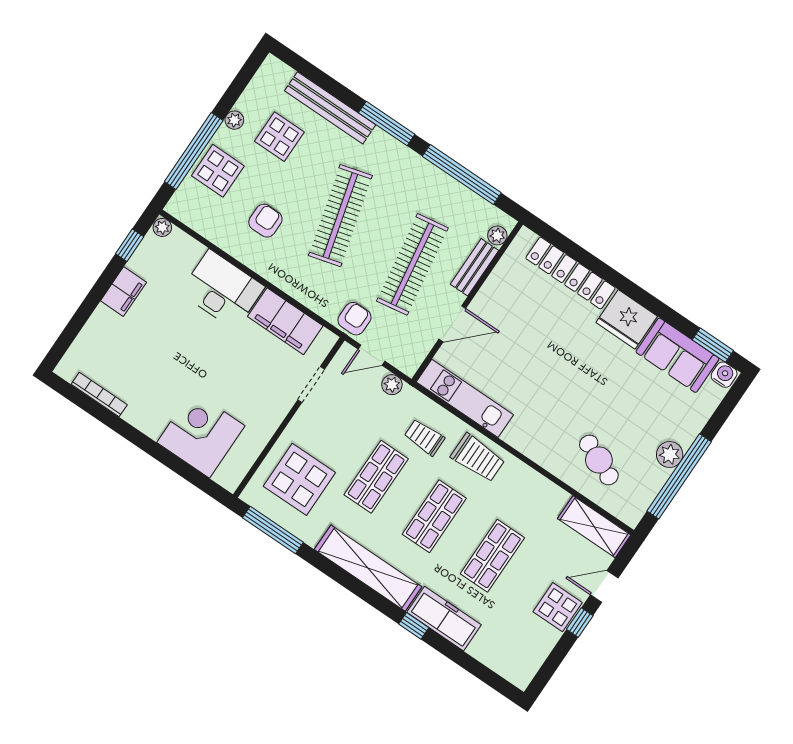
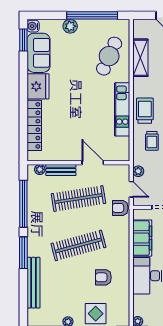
display table: (279, 137) -> (62, 297), removed
kitchen unit: (465, 398) -> (122, 109), moved
plant: (670, 455) -> (70, 26), moved
cafe table: (599, 460) -> (109, 56), width x1.37, depth x1.35
shelving: (594, 527) -> (140, 58), moved

